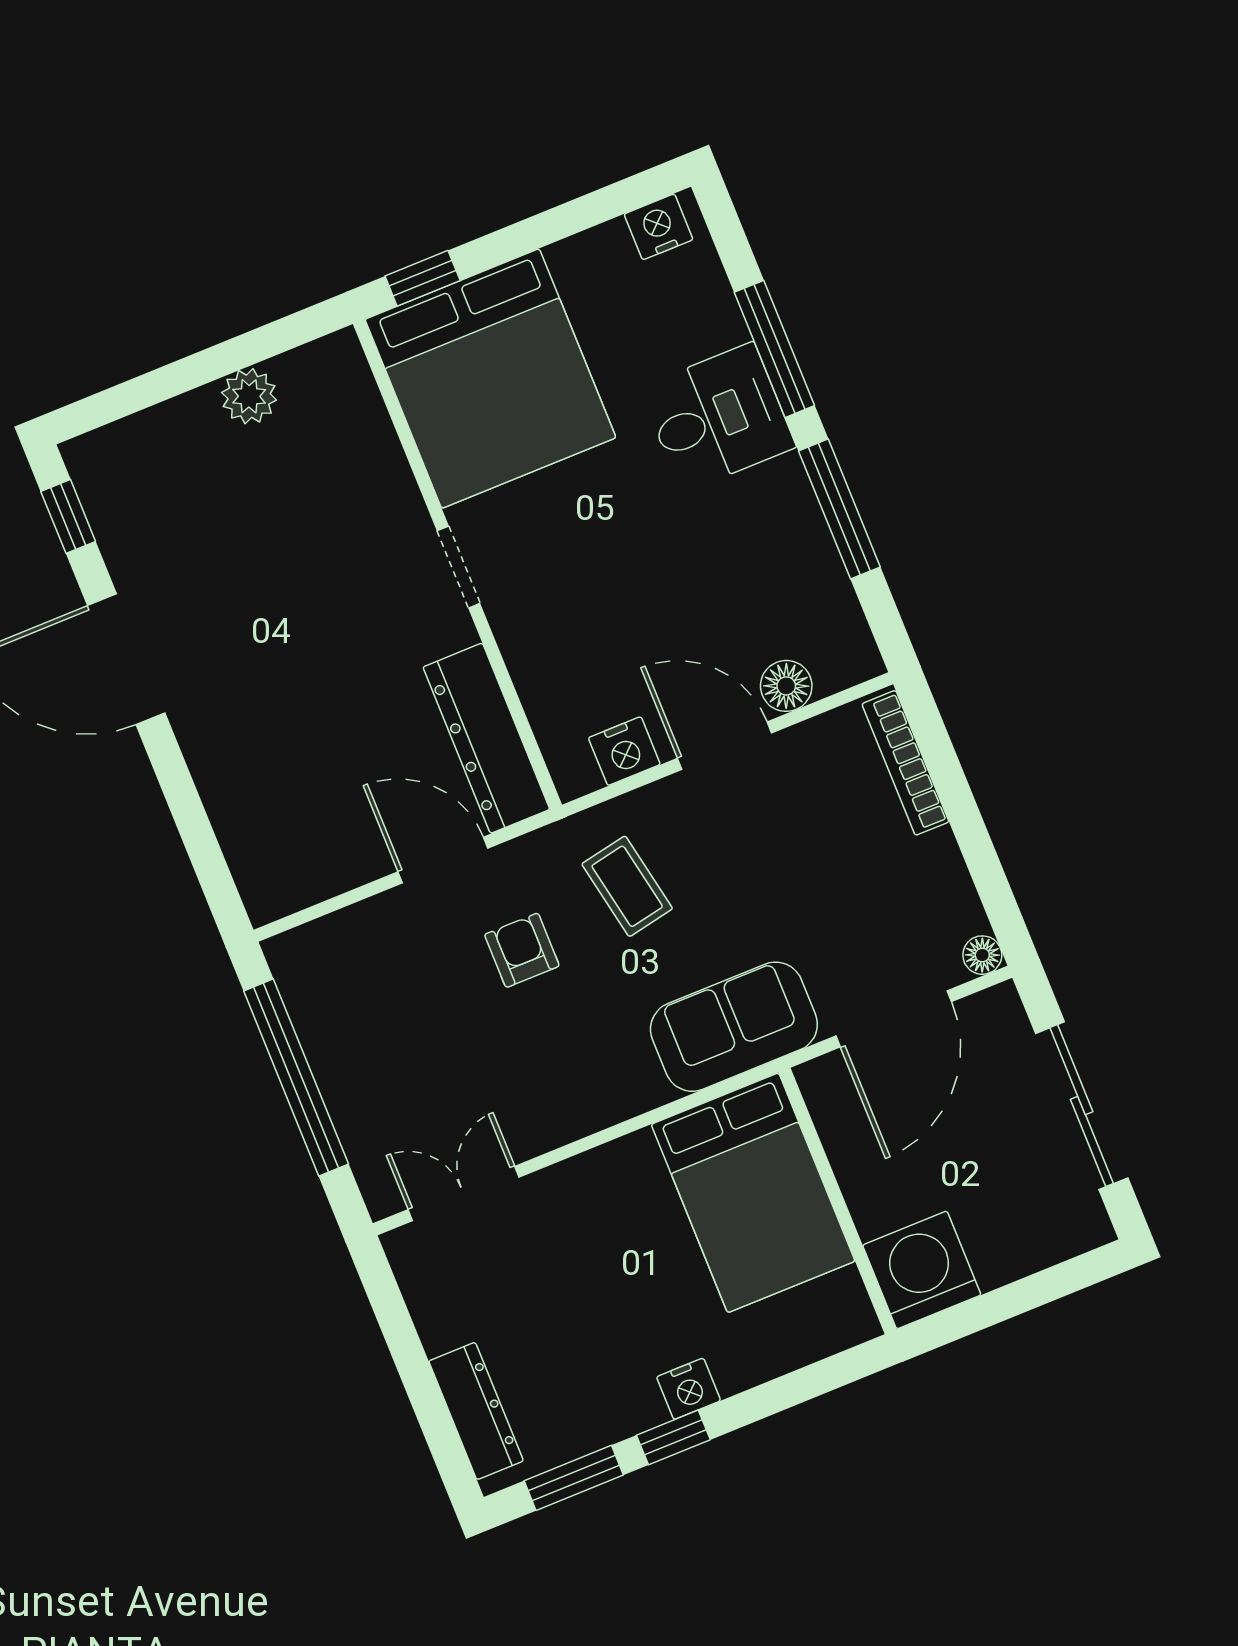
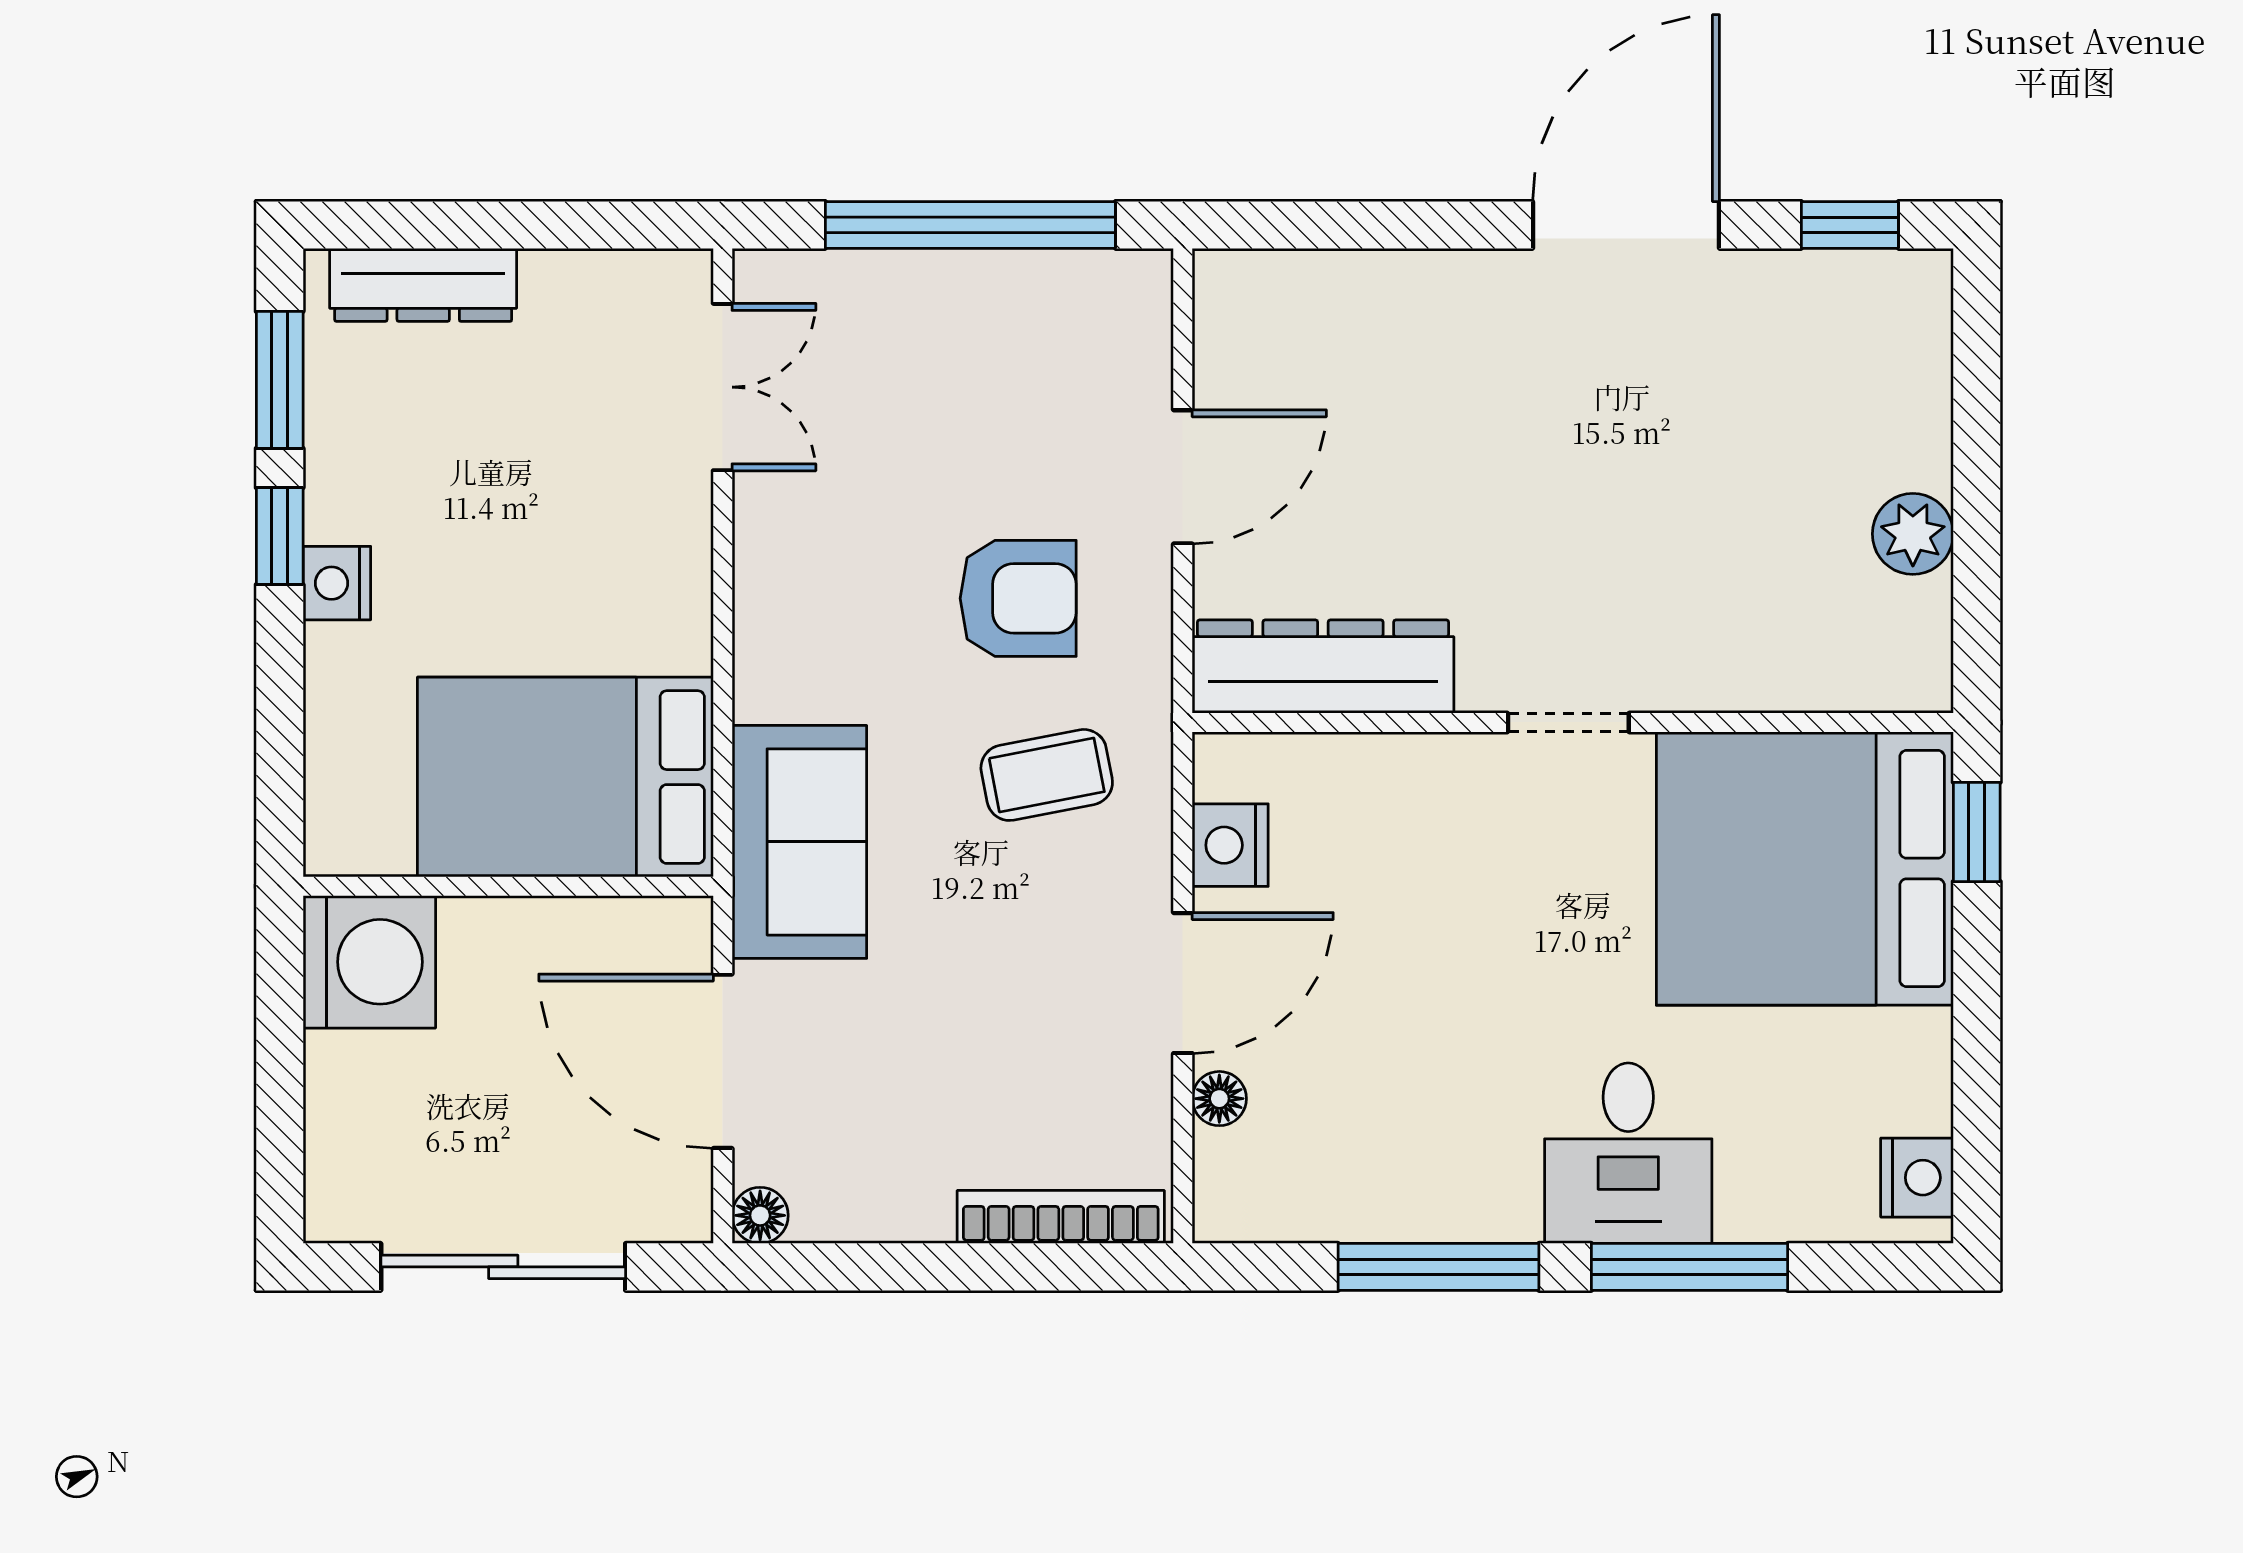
floor lamp: (786, 686) -> (1219, 1099), width x0.73, depth x0.73
door: (443, 860) -> (1183, 477), moved
armchair: (522, 950) -> (1018, 598), width x1.38, depth x1.38

